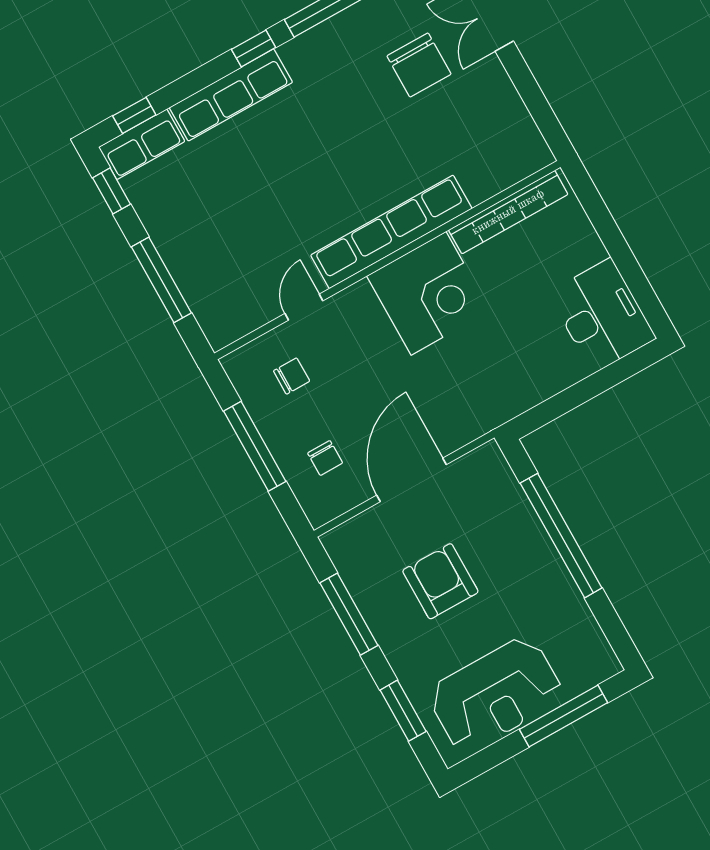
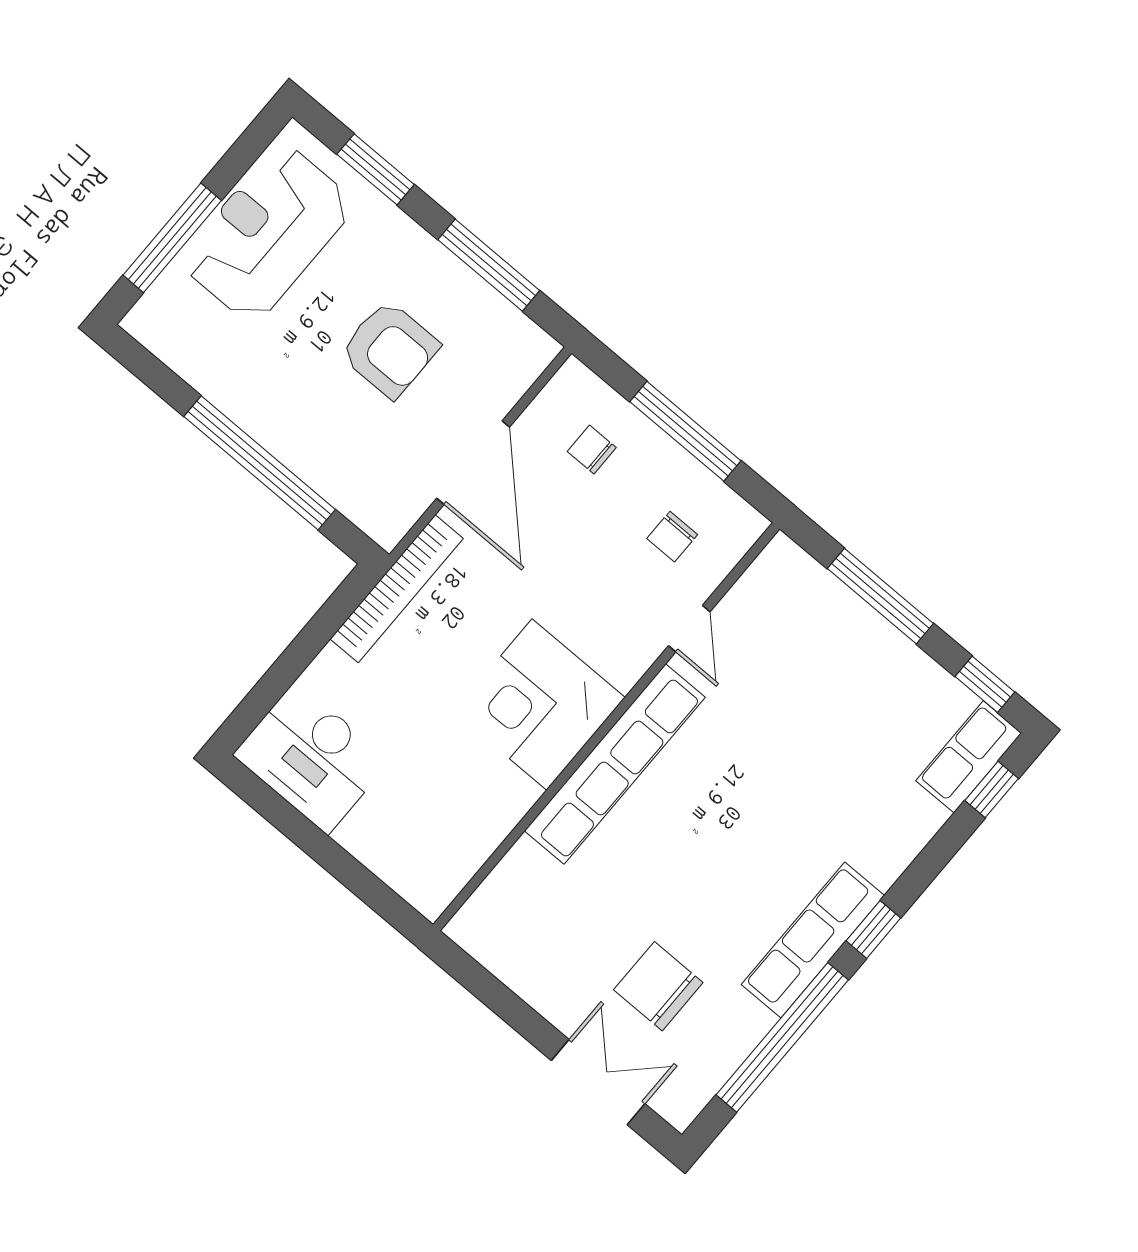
row of seats: (231, 95) -> (813, 940), moved
bookcase: (508, 212) -> (397, 589), moved, turned 180

